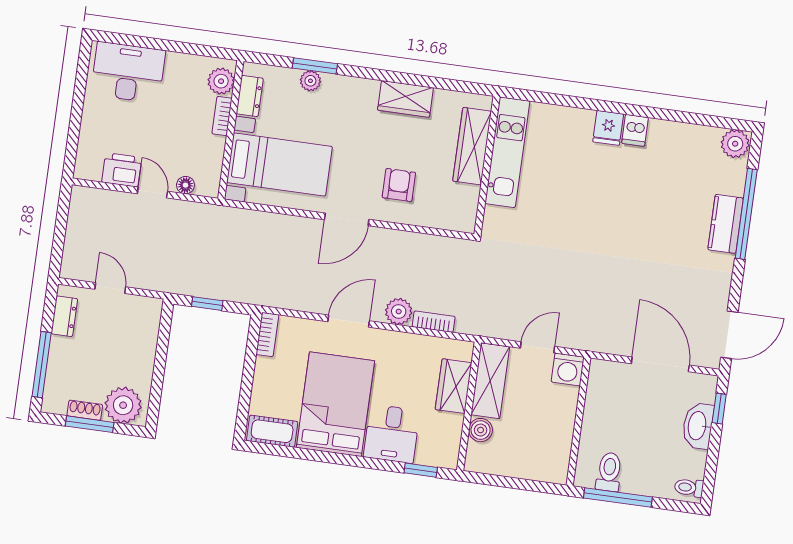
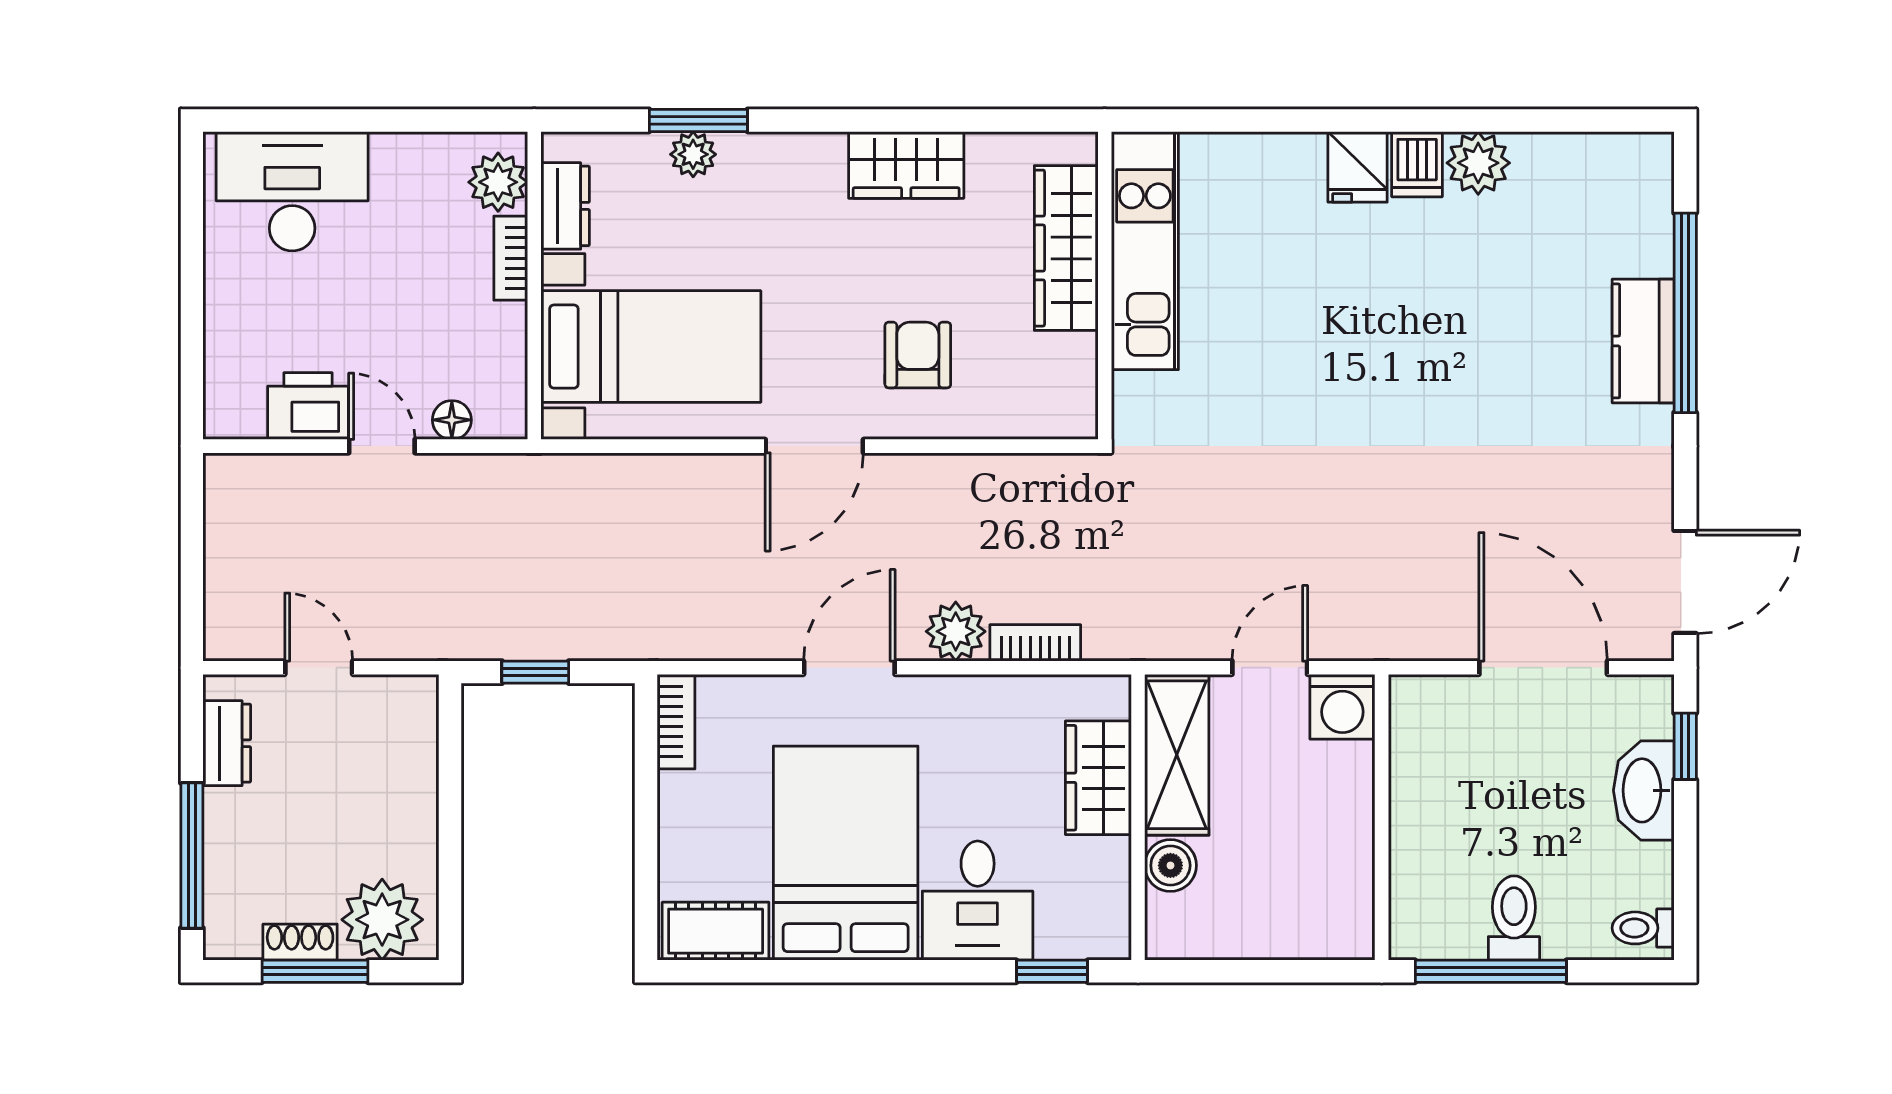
plant: (735, 144) -> (1478, 163), moved
toilet: (609, 472) -> (1514, 918), moved

